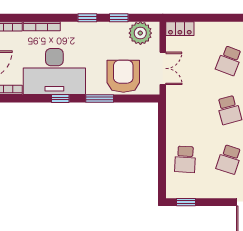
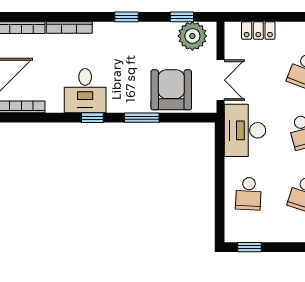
window: (119, 18) -> (182, 17), moved
locker: (180, 29) -> (258, 30), moved
desk: (54, 72) -> (85, 91), width x0.53, depth x0.77
desk: (182, 109) -> (245, 130), added

